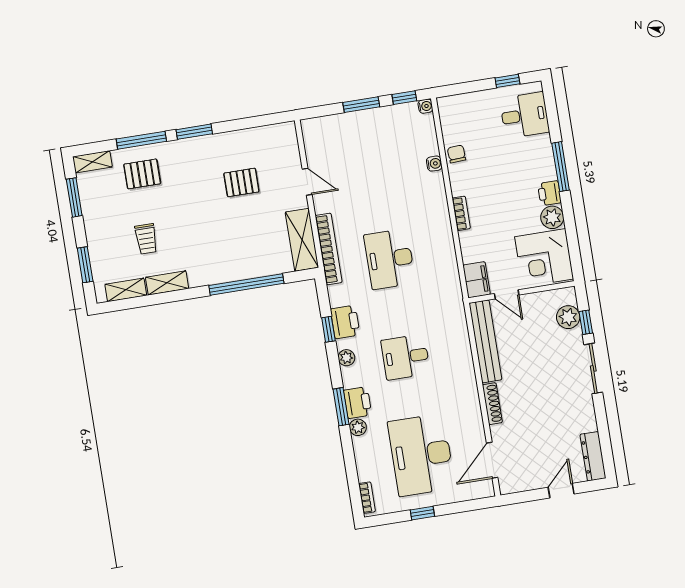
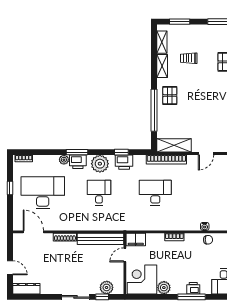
pallet: (241, 182) -> (170, 95), moved
printer: (549, 193) -> (193, 288), moved
plant: (346, 358) -> (100, 164), width x1.88, depth x1.88

